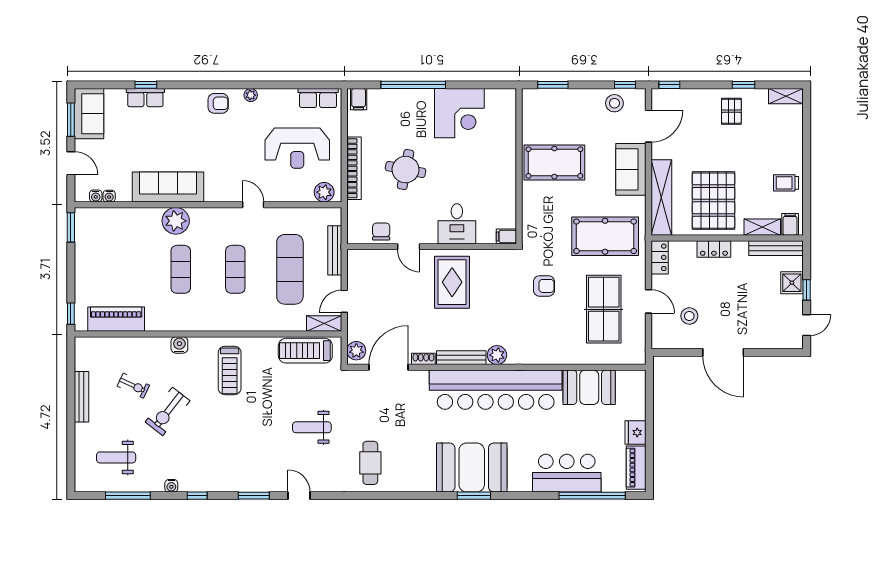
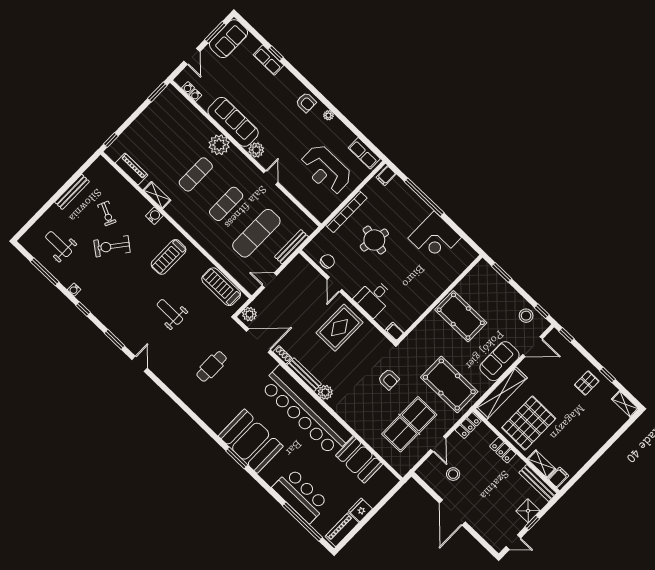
trolley: (786, 183) -> (578, 452), removed
plant: (324, 192) -> (256, 150), moved
piano: (116, 319) -> (131, 169), width x0.73, depth x0.75
shelving: (324, 323) -> (157, 195), moved
weight bench: (312, 427) -> (170, 312), moved
cafe table: (370, 463) -> (212, 366), moved

